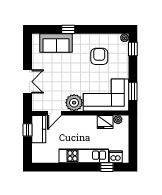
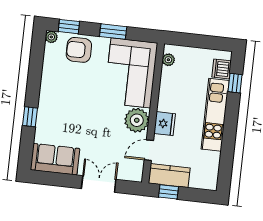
sofa: (56, 43) -> (55, 159), moved, turned -90
armchair: (99, 56) -> (79, 50), moved
window: (133, 91) -> (113, 32), moved
door: (55, 113) -> (149, 150), swing flipped
fridge: (105, 122) -> (165, 124), moved

